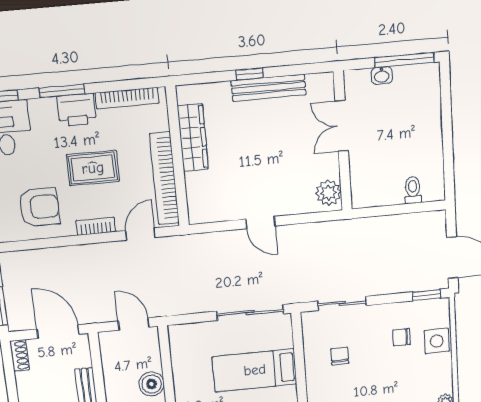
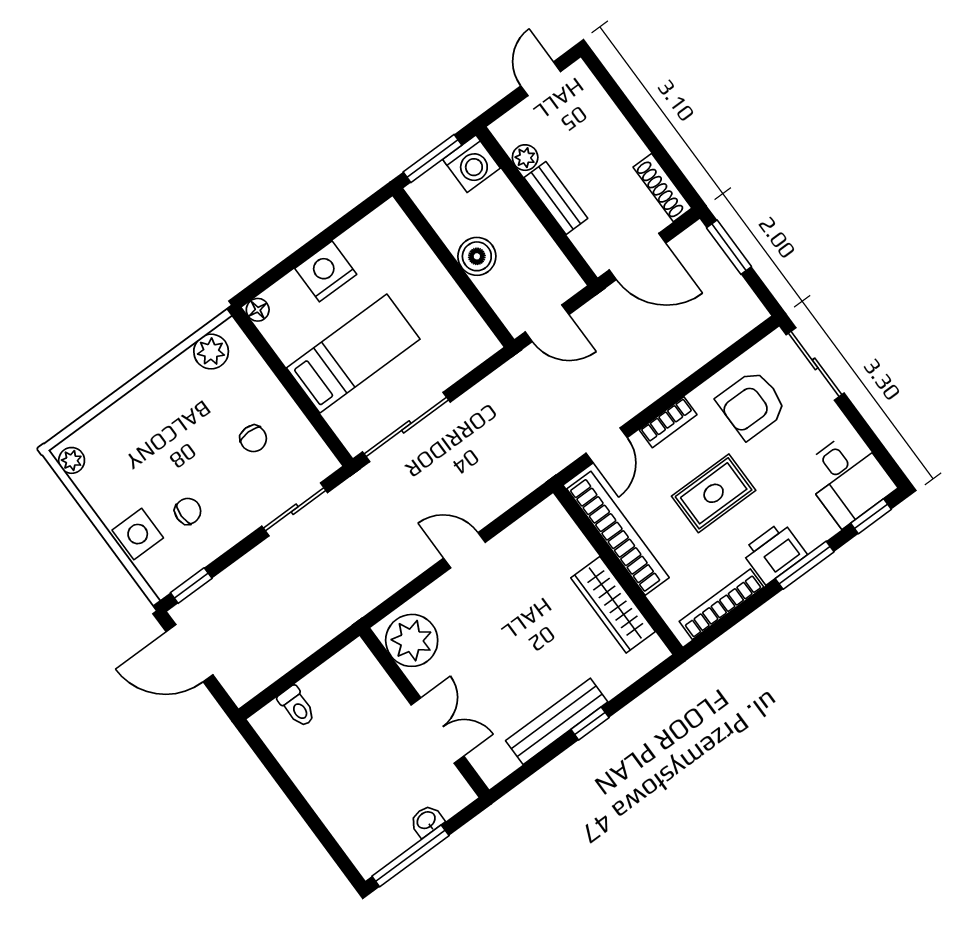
plant: (328, 193) -> (412, 640), width x1.36, depth x1.36
shoe rack: (20, 355) -> (662, 188), width x1.43

